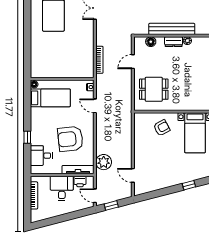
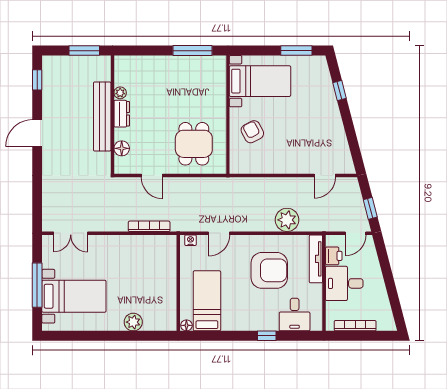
plant: (36, 49) -> (133, 322), added
armchair: (70, 139) -> (269, 270), turned -84
plant: (104, 162) -> (287, 220), moved

